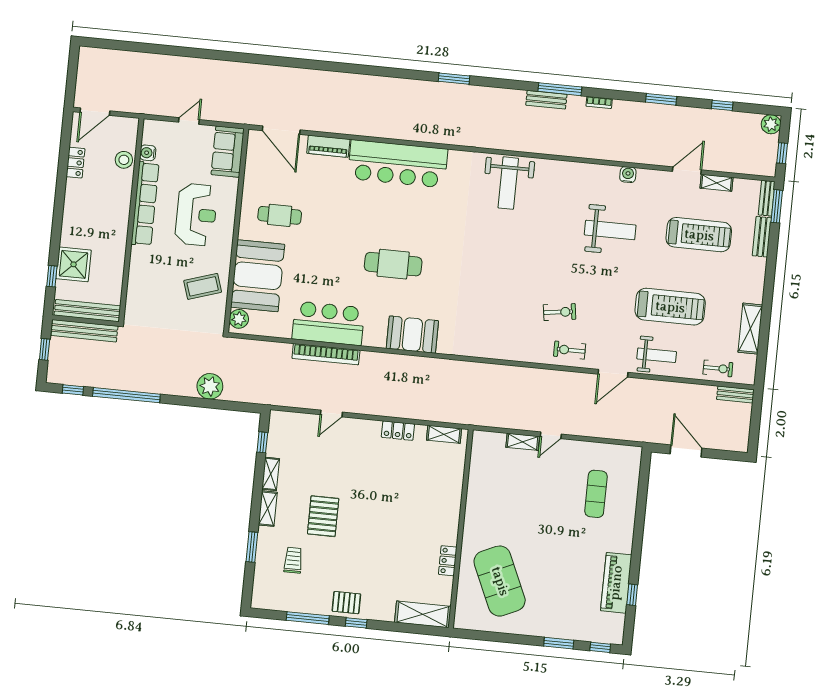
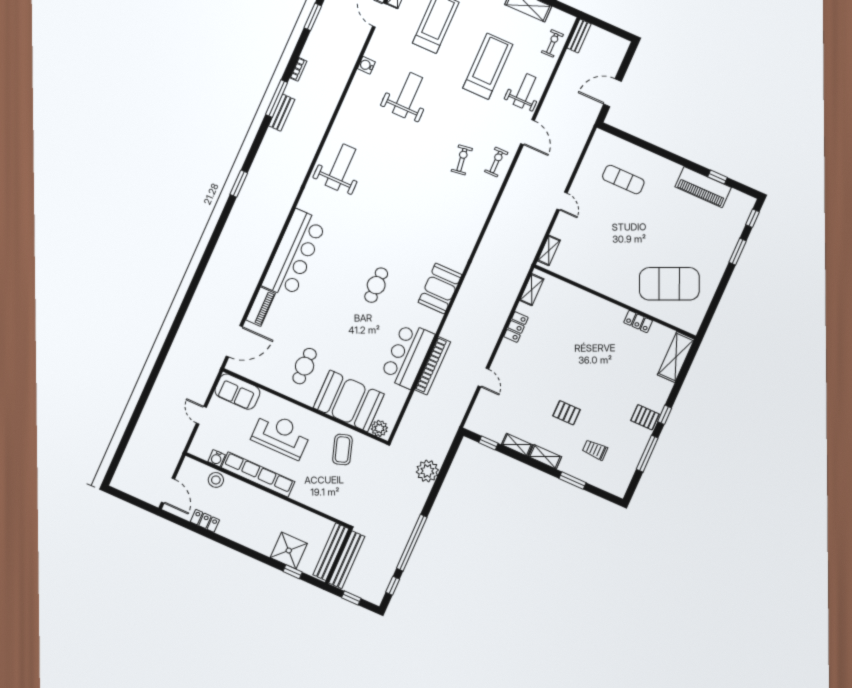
weight bench: (508, 183) -> (340, 167), turned -90
cafe table: (393, 264) -> (376, 285), width x0.73, depth x0.74
exercise bike: (570, 350) -> (496, 162), turned 180
shelving: (523, 442) -> (549, 250), moved
pallet: (323, 516) -> (567, 413), width x0.67, depth x0.71
pallet: (346, 603) -> (645, 417), turned 90

